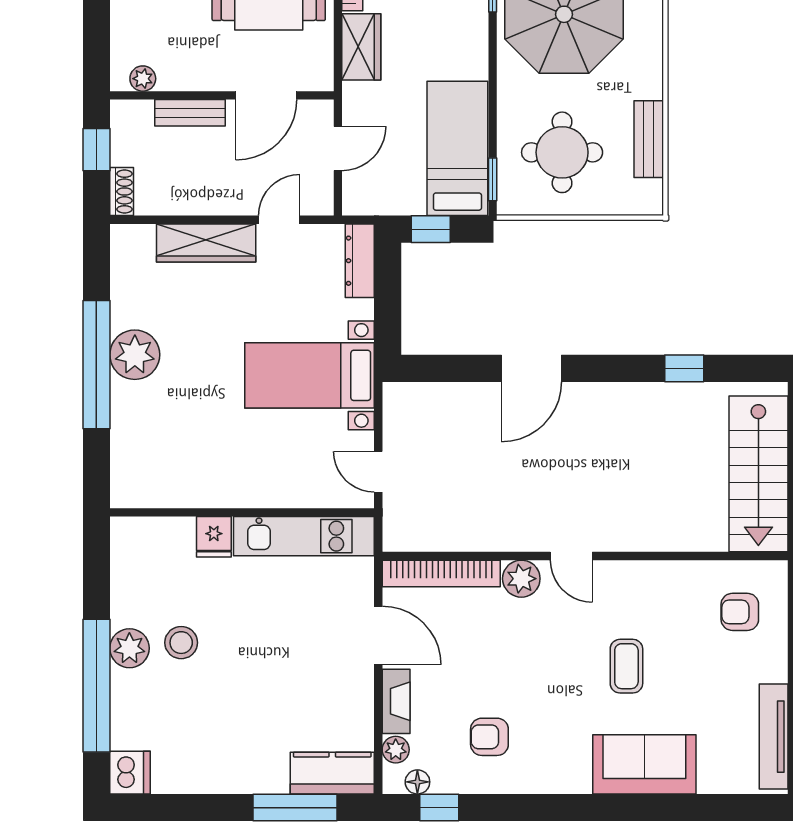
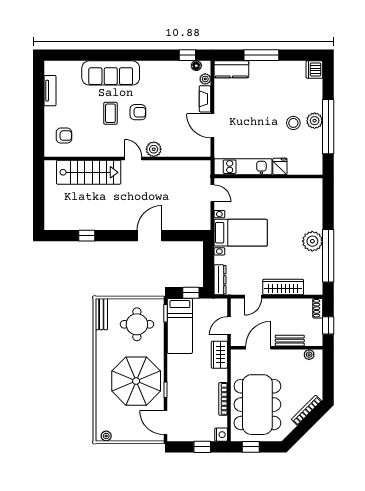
wardrobe: (361, 47) -> (219, 355), moved
bench: (649, 139) -> (101, 314), moved
window: (96, 365) -> (328, 256), moved
stairs: (758, 474) -> (89, 172), moved, turned 90
bookcase: (441, 573) -> (187, 151), removed
window: (96, 686) -> (328, 127), moved
armchair: (489, 737) -> (138, 112), moved
tv unit: (774, 737) -> (50, 91), width x0.71
sofa: (644, 764) -> (111, 73), width x1.36
window: (295, 808) -> (261, 55), moved

